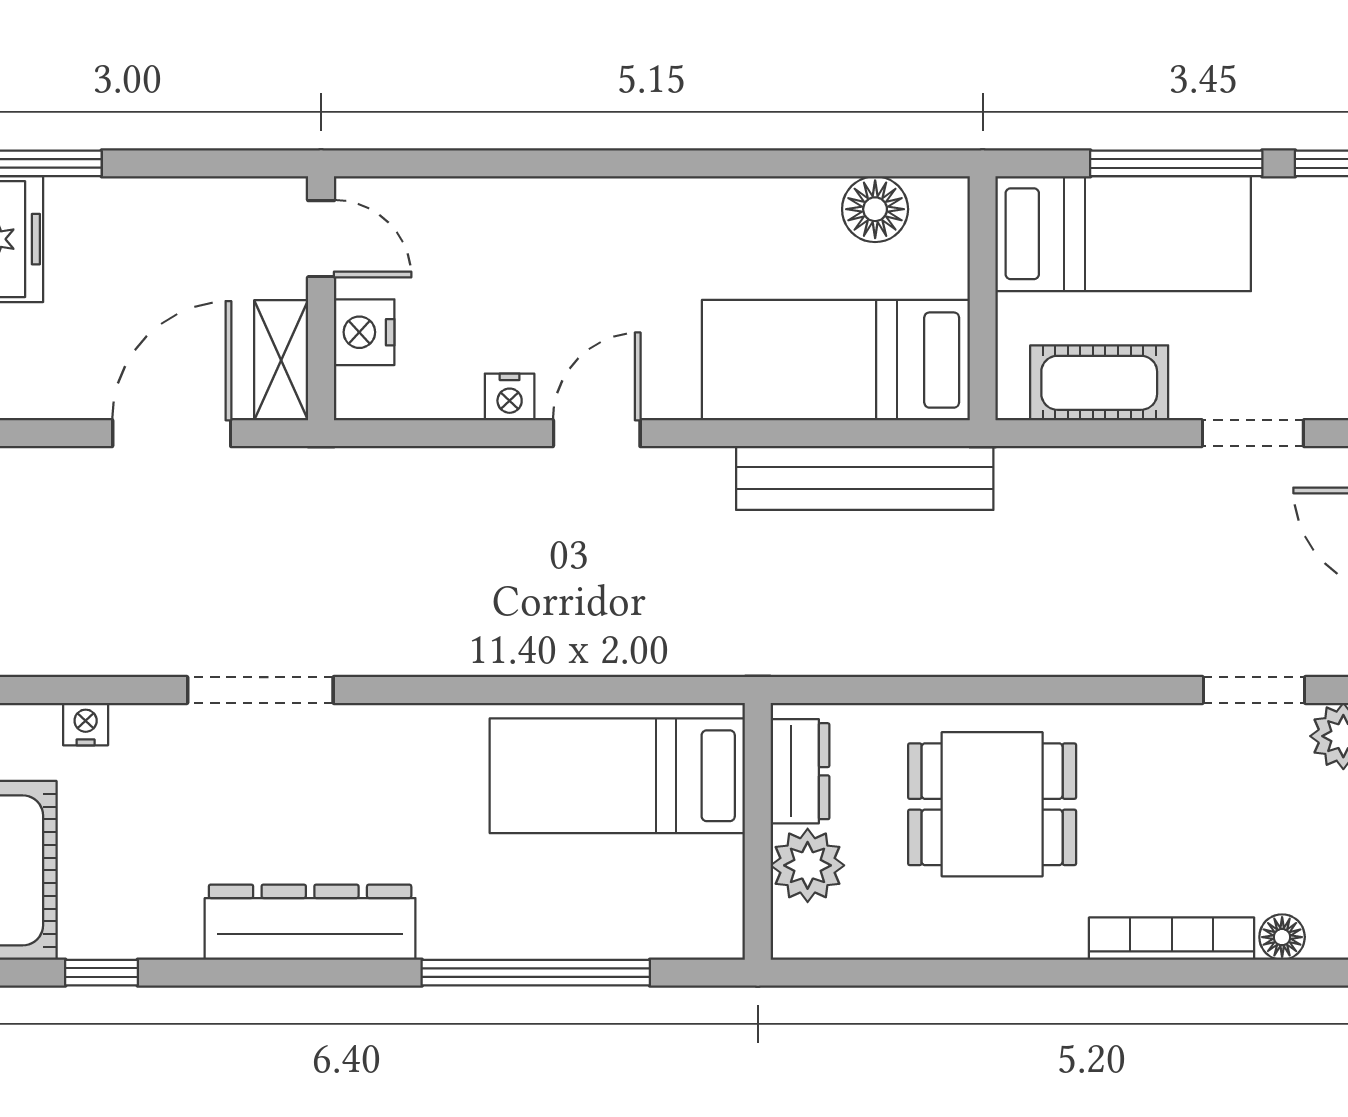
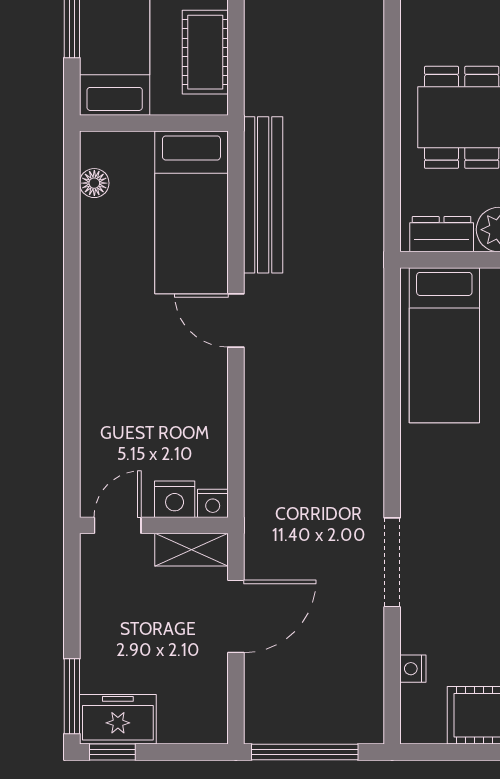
floor lamp: (875, 209) -> (94, 183), width x0.73, depth x0.73
nightstand: (510, 397) -> (213, 503), moved, turned 90
door: (172, 433) -> (236, 616), swing flipped
door: (597, 433) -> (236, 321), moved

